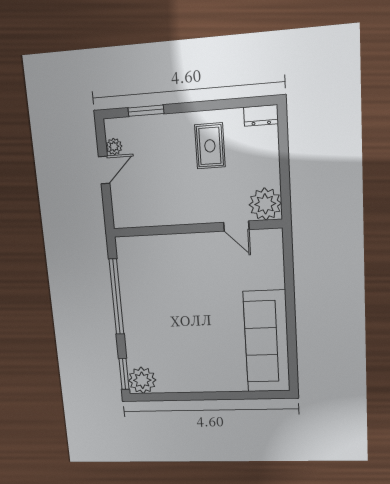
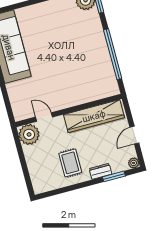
dresser: (261, 115) -> (100, 171), moved
plant: (114, 147) -> (134, 163), moved
wardrobe: (160, 212) -> (94, 116), added

